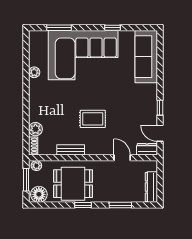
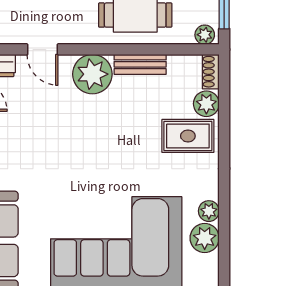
plant: (36, 58) -> (205, 238), added
rug: (93, 119) -> (188, 136), moved
plant: (96, 145) -> (92, 74), added

